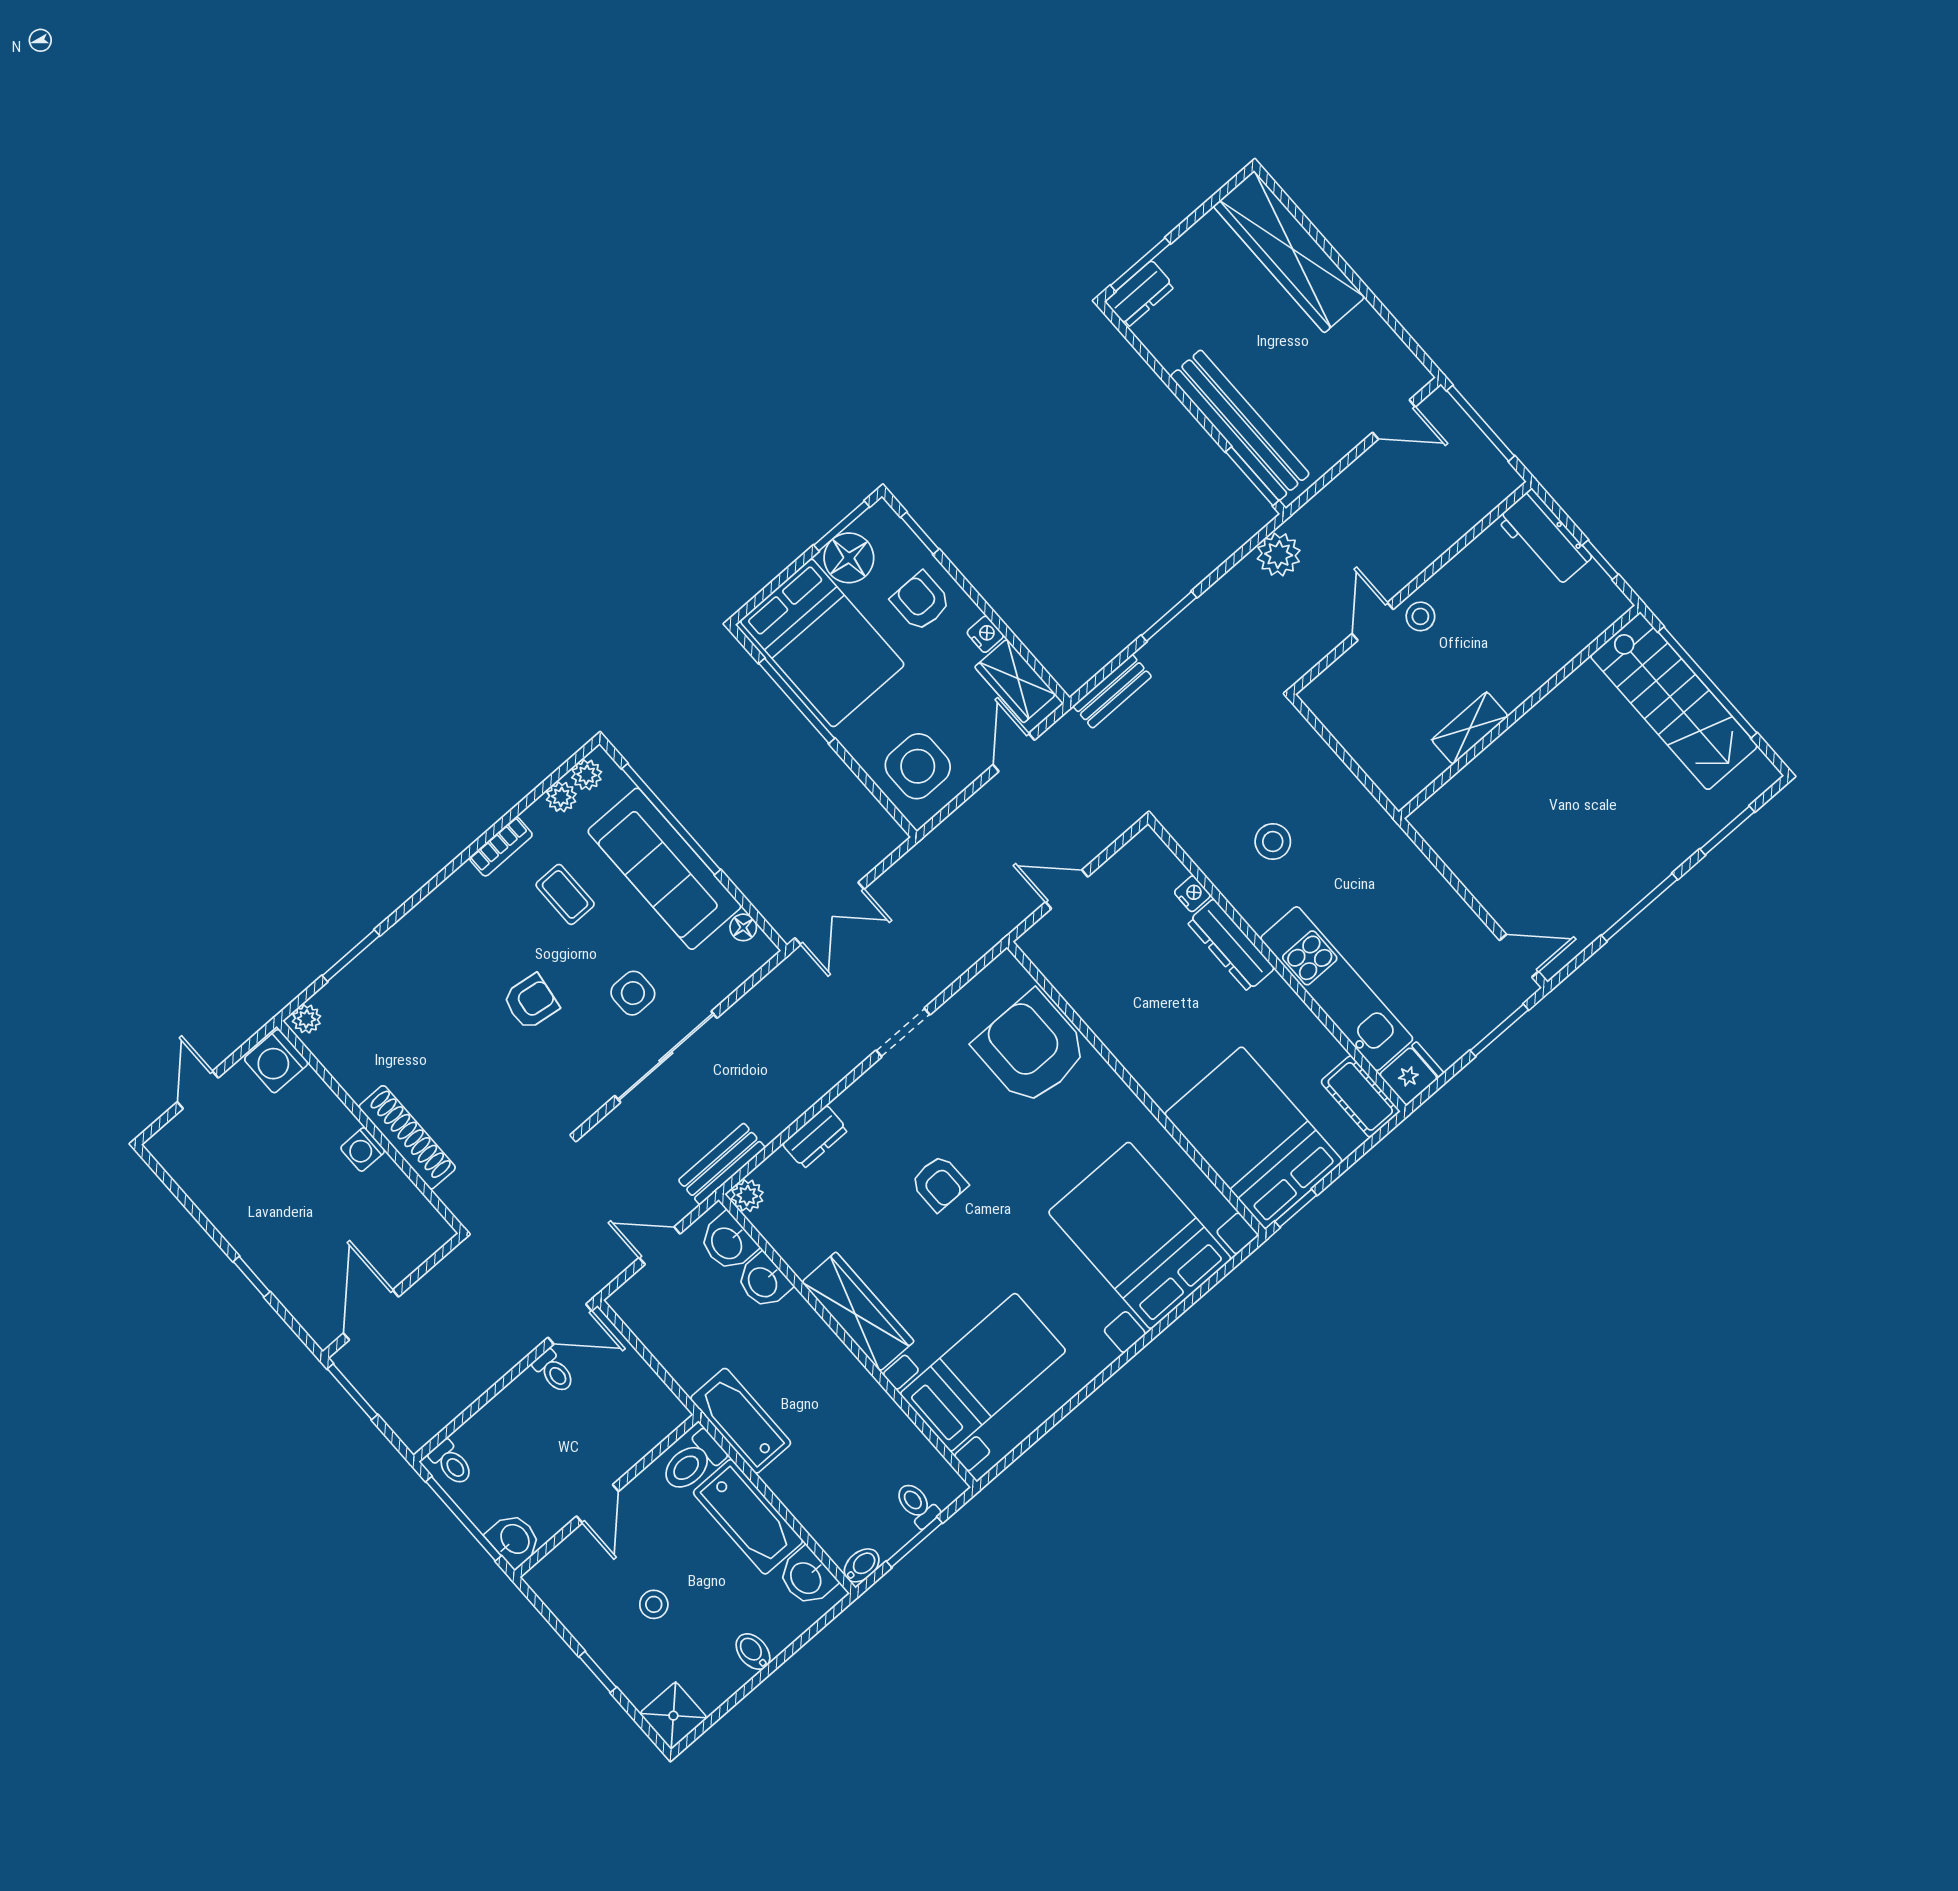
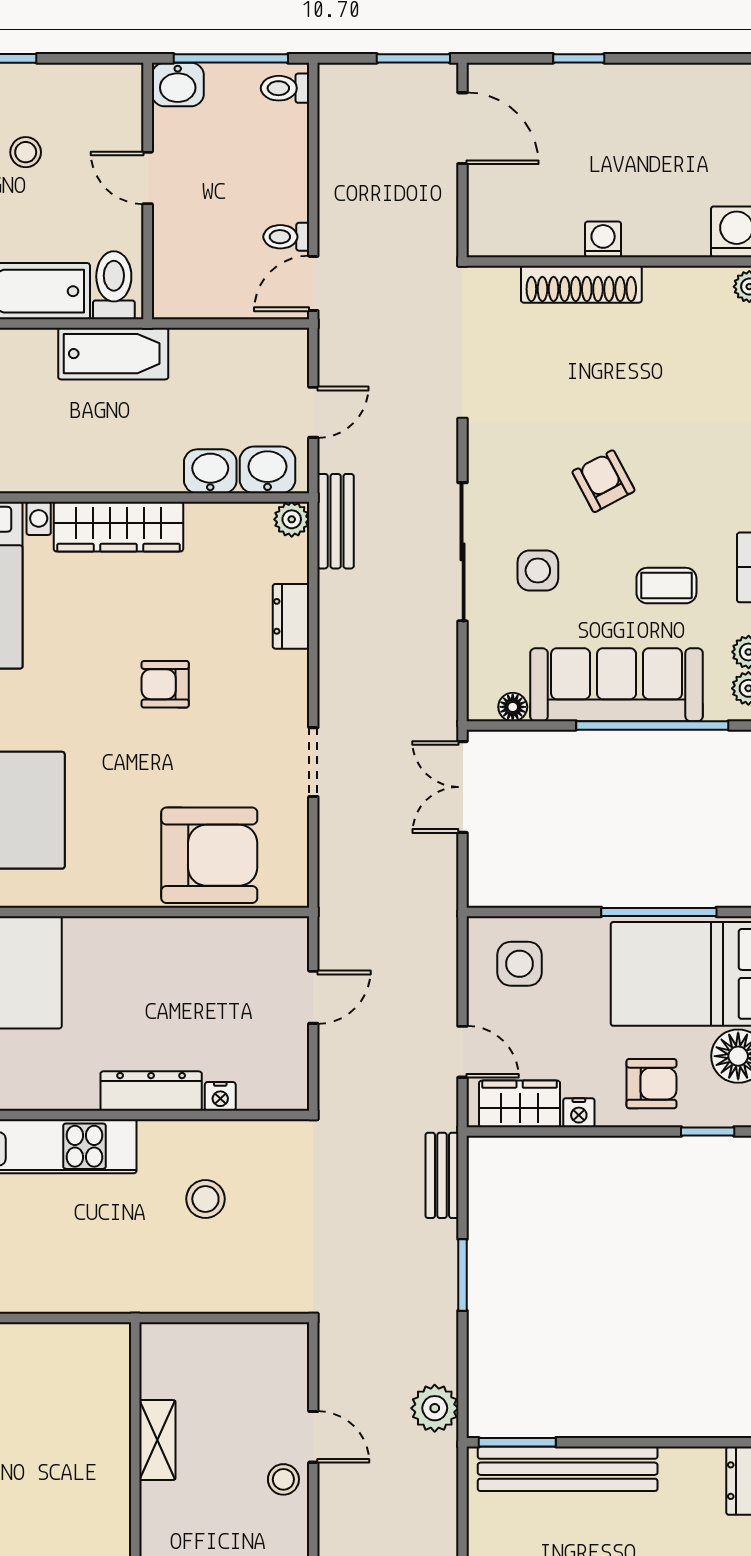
side table: (918, 766) -> (520, 964), width x0.73, depth x0.73
armchair: (531, 1002) -> (603, 481), turned 144

